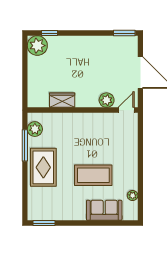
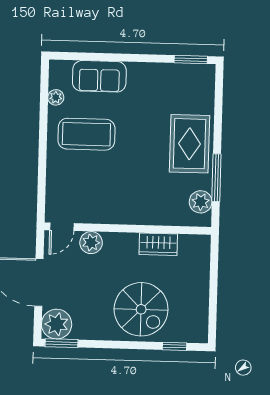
plant: (37, 46) -> (57, 324), moved
spiral stairs: (72, 57) -> (141, 309), added
coffee table: (93, 175) -> (86, 134), moved

